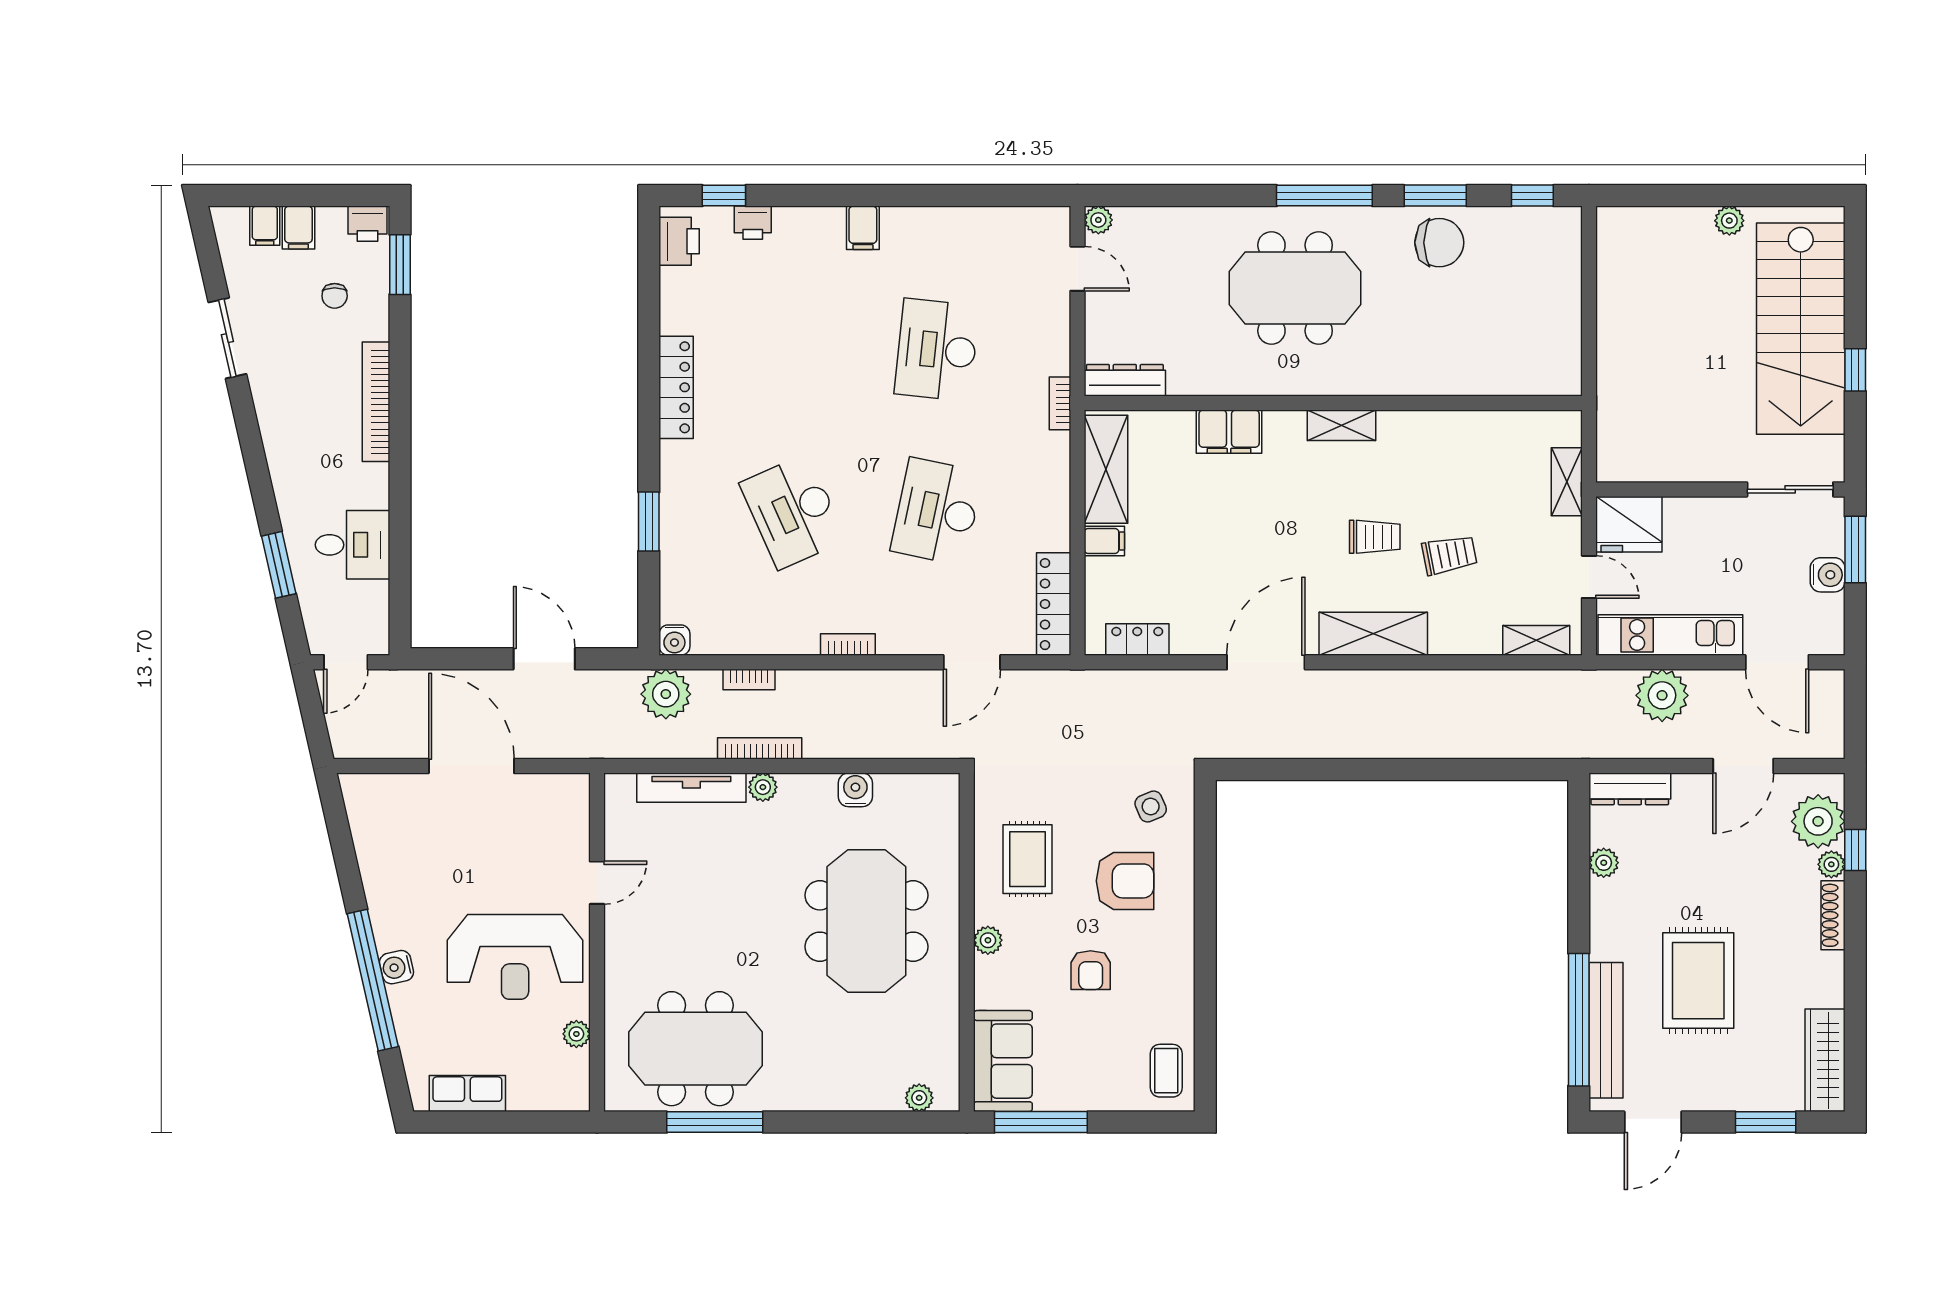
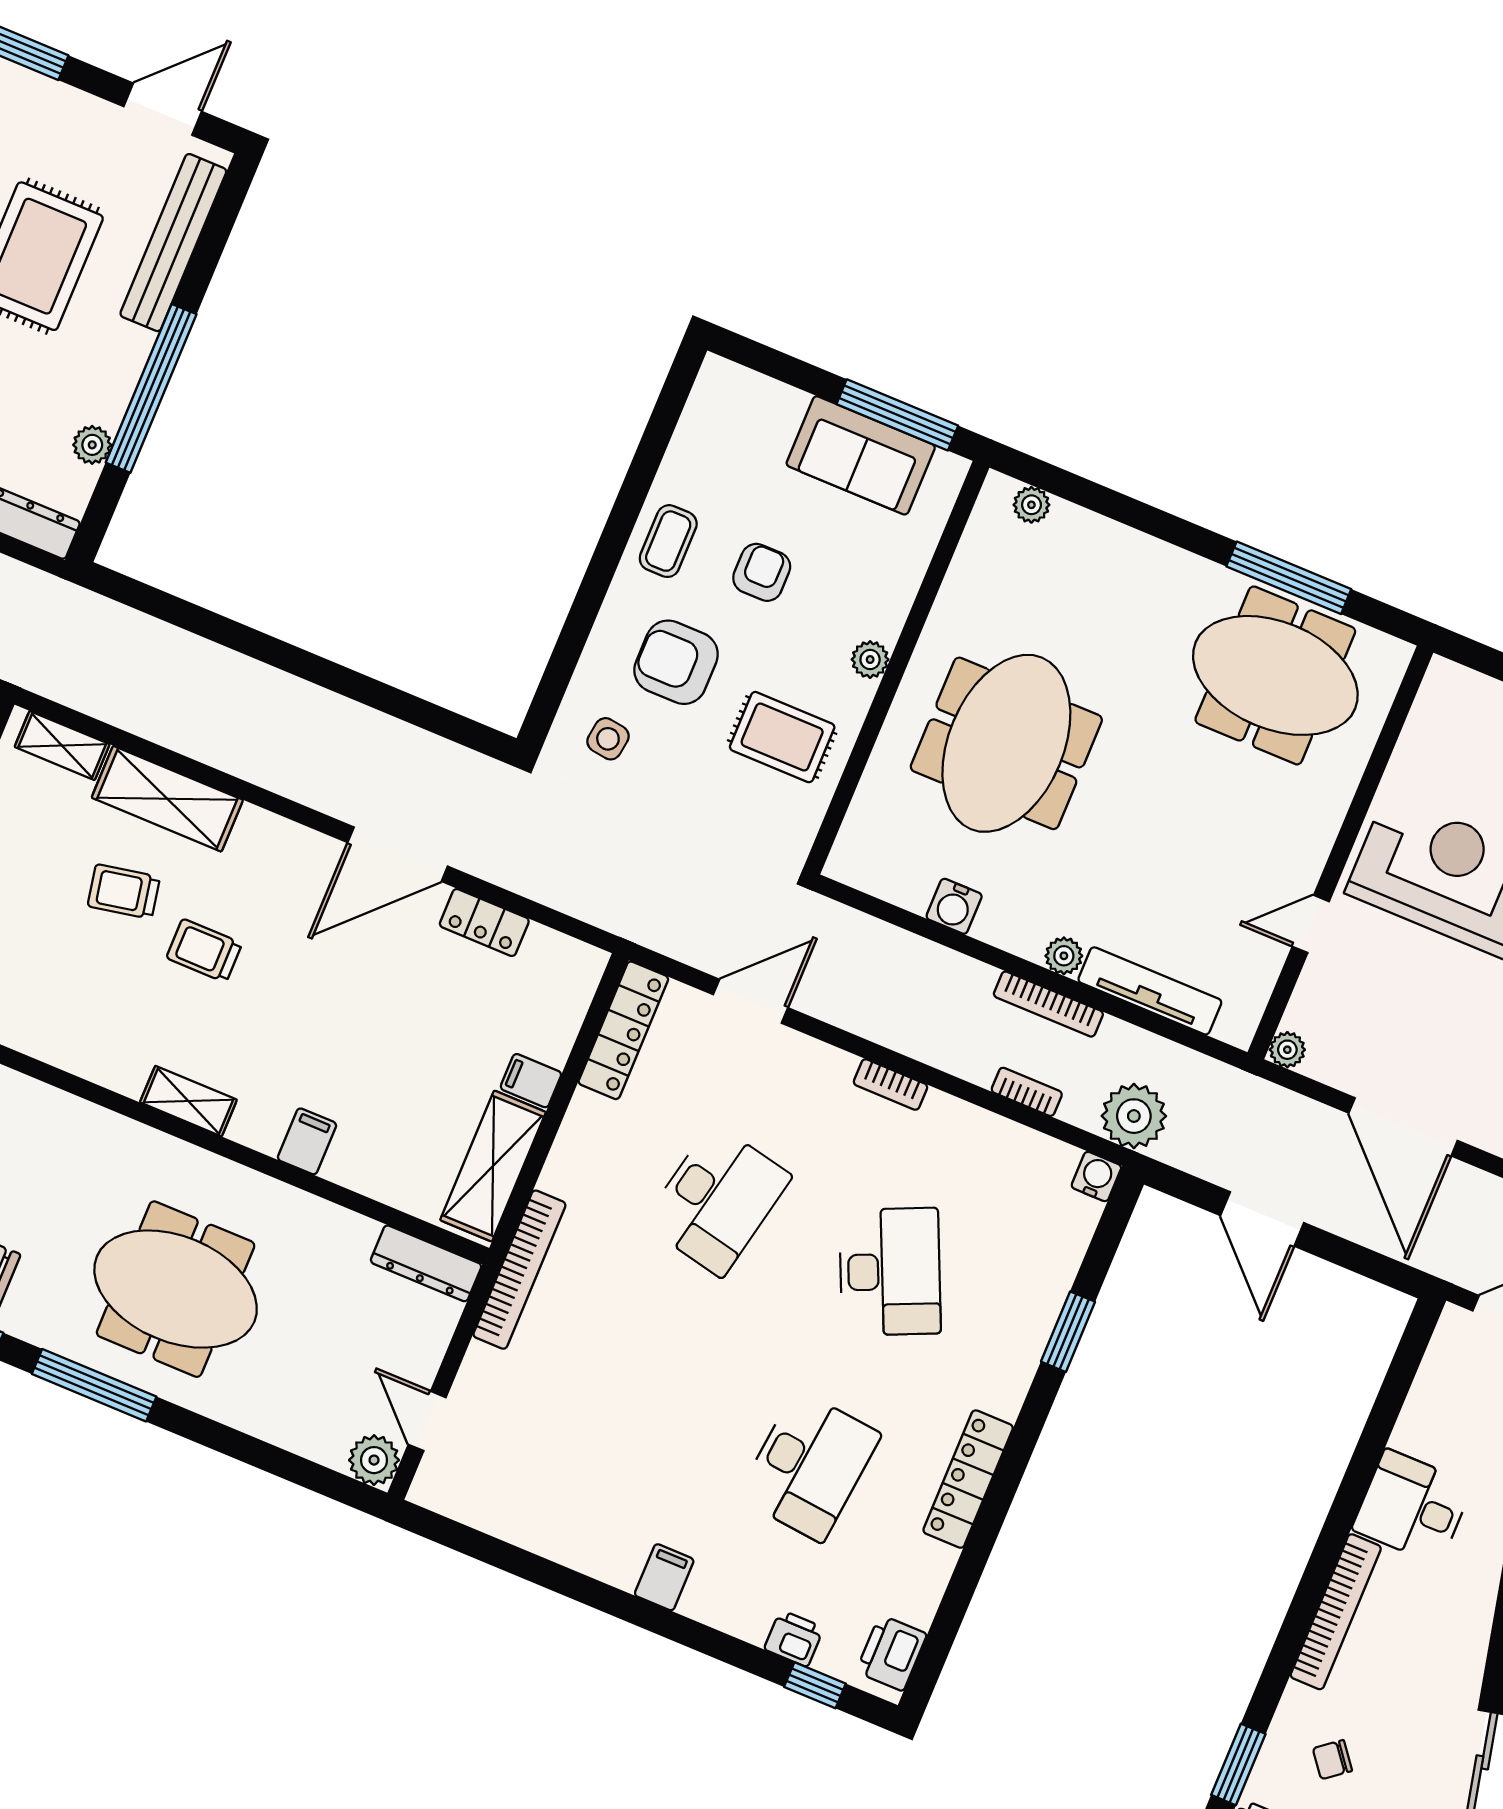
plant: (1098, 220) -> (374, 1460), width x1.38, depth x1.38
chair: (335, 296) -> (1332, 1760), turned -128
desk: (937, 350) -> (809, 1466), moved
bookcase: (1060, 403) -> (519, 1270), width x2.31, depth x1.31
filing cabinet: (1229, 432) -> (307, 1141), width x0.50
desk: (352, 545) -> (1412, 1507), moved
shelving: (1373, 634) -> (167, 799), moved
locker: (1137, 639) -> (484, 923), moved
side table: (1151, 806) -> (608, 739), turned 31
rug: (1028, 859) -> (782, 737), turned 90
window: (1579, 1020) -> (151, 388), moved
plant: (576, 1034) -> (1287, 1050), moved
sofa: (1003, 1061) -> (861, 455), moved, turned -90
coffee table: (1166, 1071) -> (668, 541), moved

